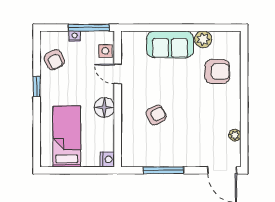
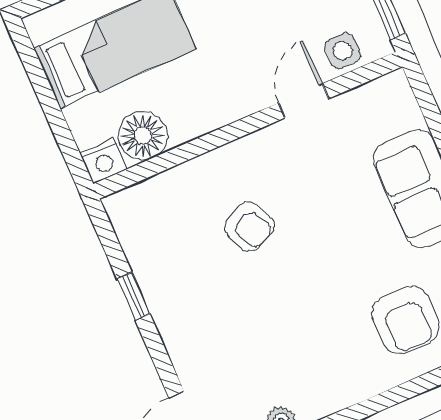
floor lamp: (104, 107) -> (143, 136), moved
window: (163, 170) -> (133, 296), width x0.46

